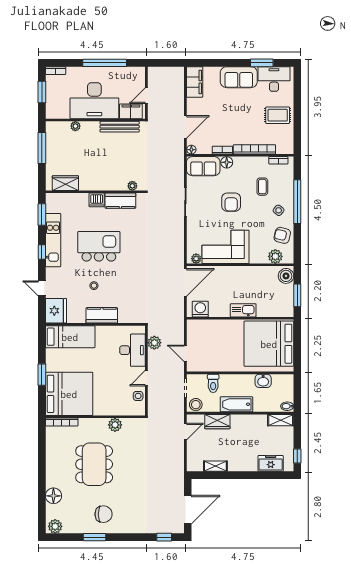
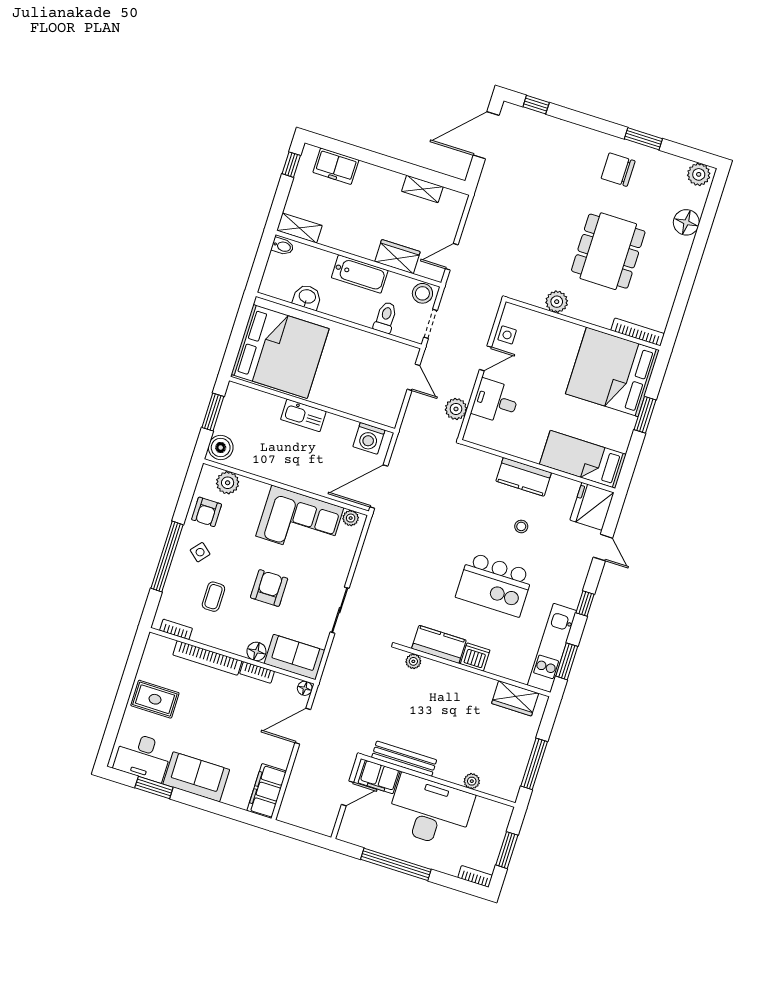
armchair: (282, 235) -> (207, 512), turned 76
kitchen unit: (53, 240) -> (552, 648), moved
desk: (133, 350) -> (495, 401), width x0.73

